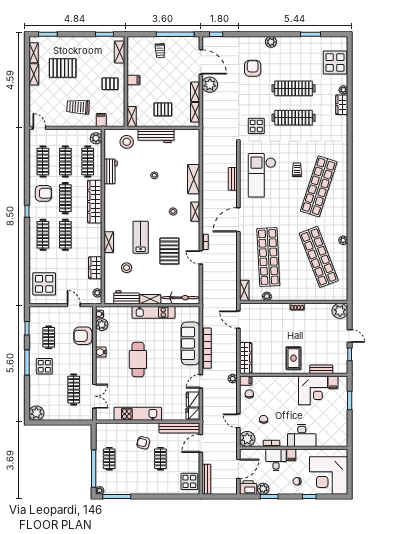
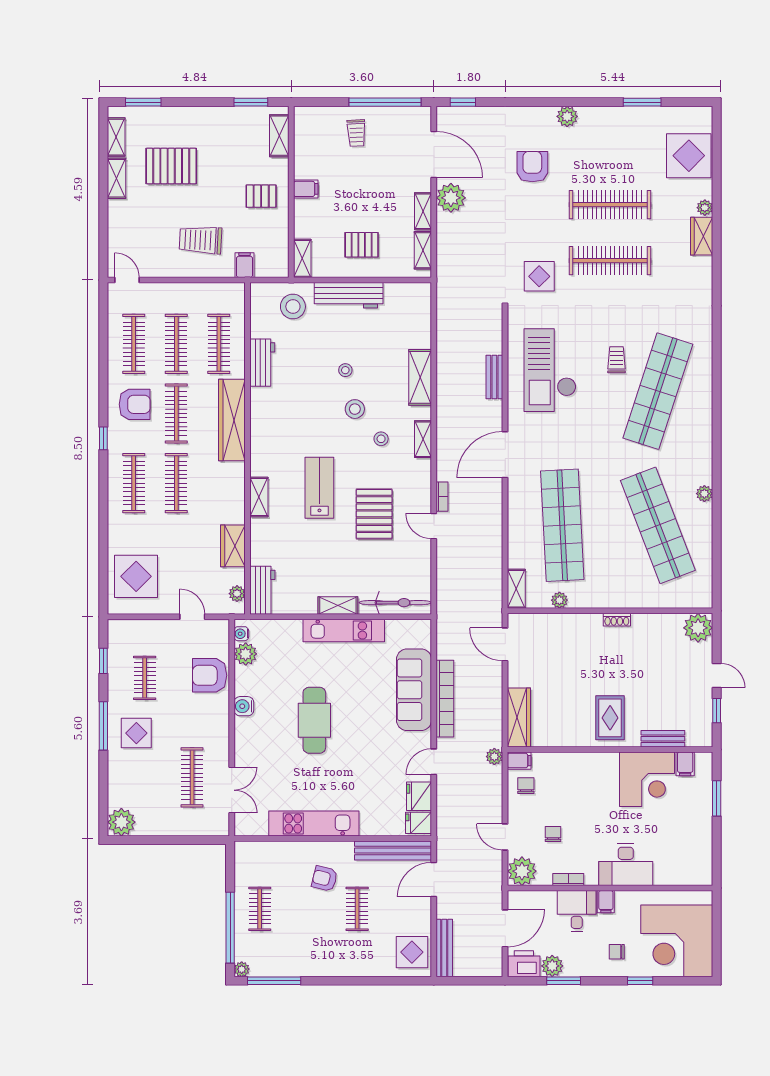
plant: (96, 138) -> (234, 300), removed
stool: (127, 268) -> (355, 409), moved
workbench: (126, 297) -> (262, 590), moved, turned 90

